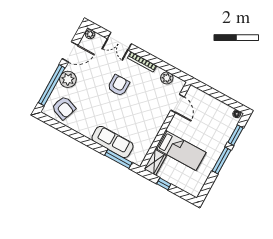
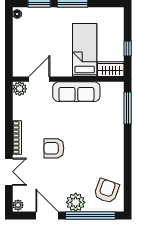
plant: (167, 78) -> (20, 89), moved
sofa: (113, 142) -> (76, 92), moved, turned -90

